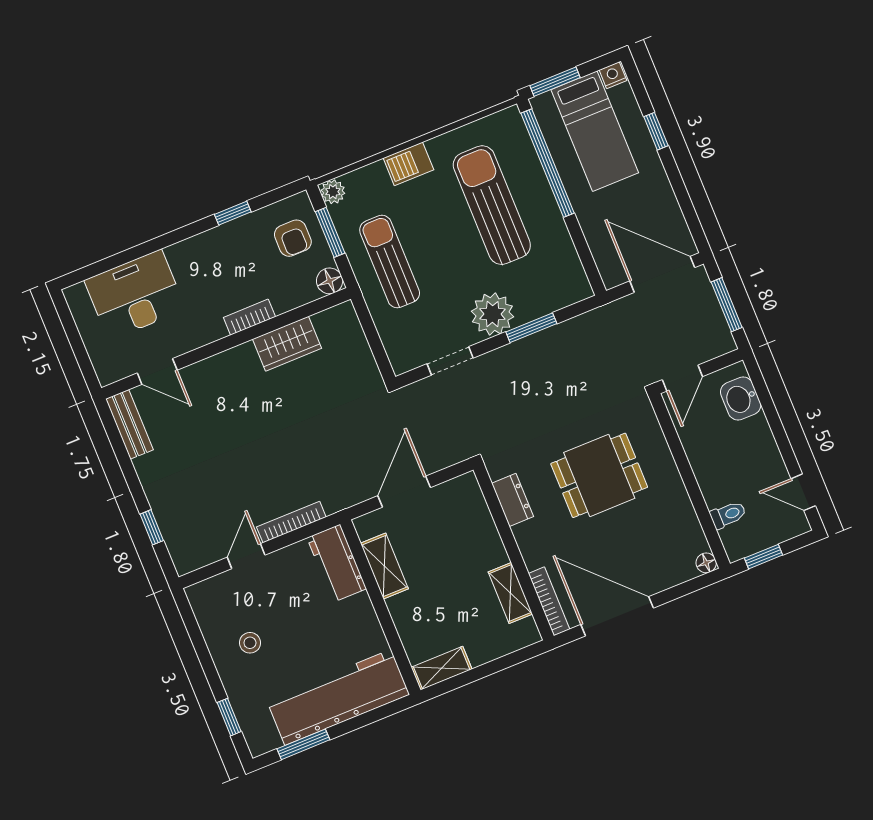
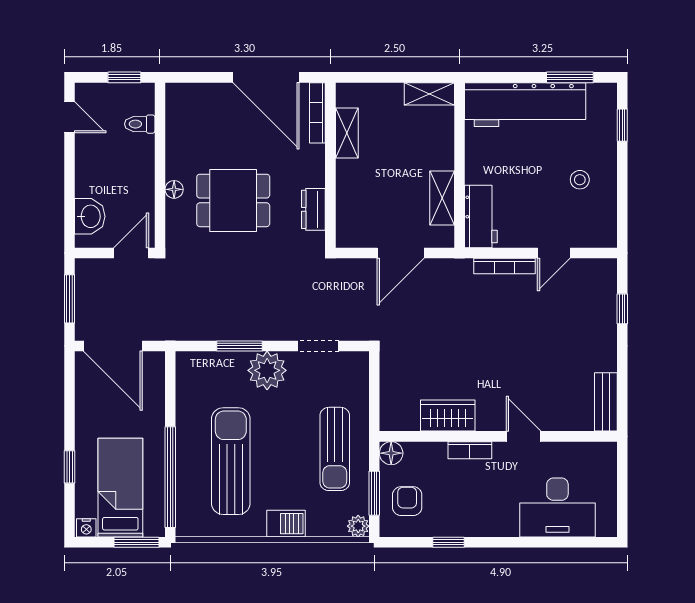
sun lounger: (492, 205) -> (231, 461), turned 180
door: (157, 372) -> (524, 436), moved
floor lamp: (706, 563) -> (174, 189), moved

